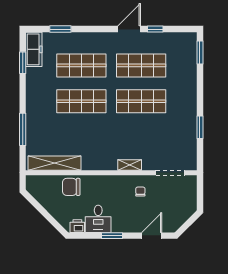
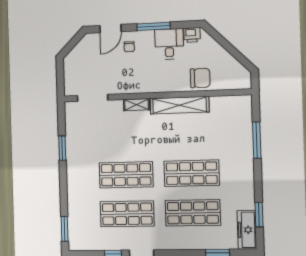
shelving: (54, 163) -> (179, 105), moved
chair: (140, 192) -> (129, 47), moved
window: (112, 236) -> (153, 26), width x1.44

